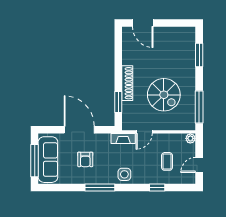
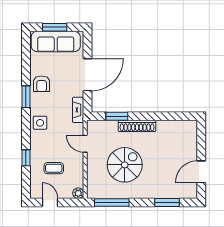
door: (143, 23) -> (201, 172), moved
spiral stairs: (164, 95) -> (125, 165), turned 180
fireplace: (123, 139) -> (78, 110), moved
armchair: (85, 159) -> (42, 84), moved, turned -90
window: (35, 161) -> (55, 27), width x0.69
window: (100, 188) -> (26, 97), width x0.69

